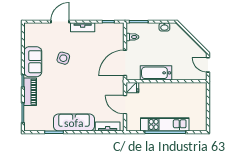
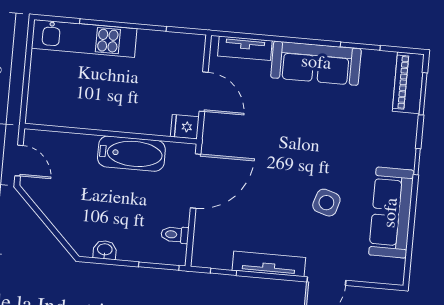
tv unit: (83, 27) -> (269, 264), width x1.41
sofa: (33, 62) -> (391, 213), width x1.36
piano: (30, 92) -> (408, 83), moved
kitchen unit: (165, 124) -> (84, 38), moved

